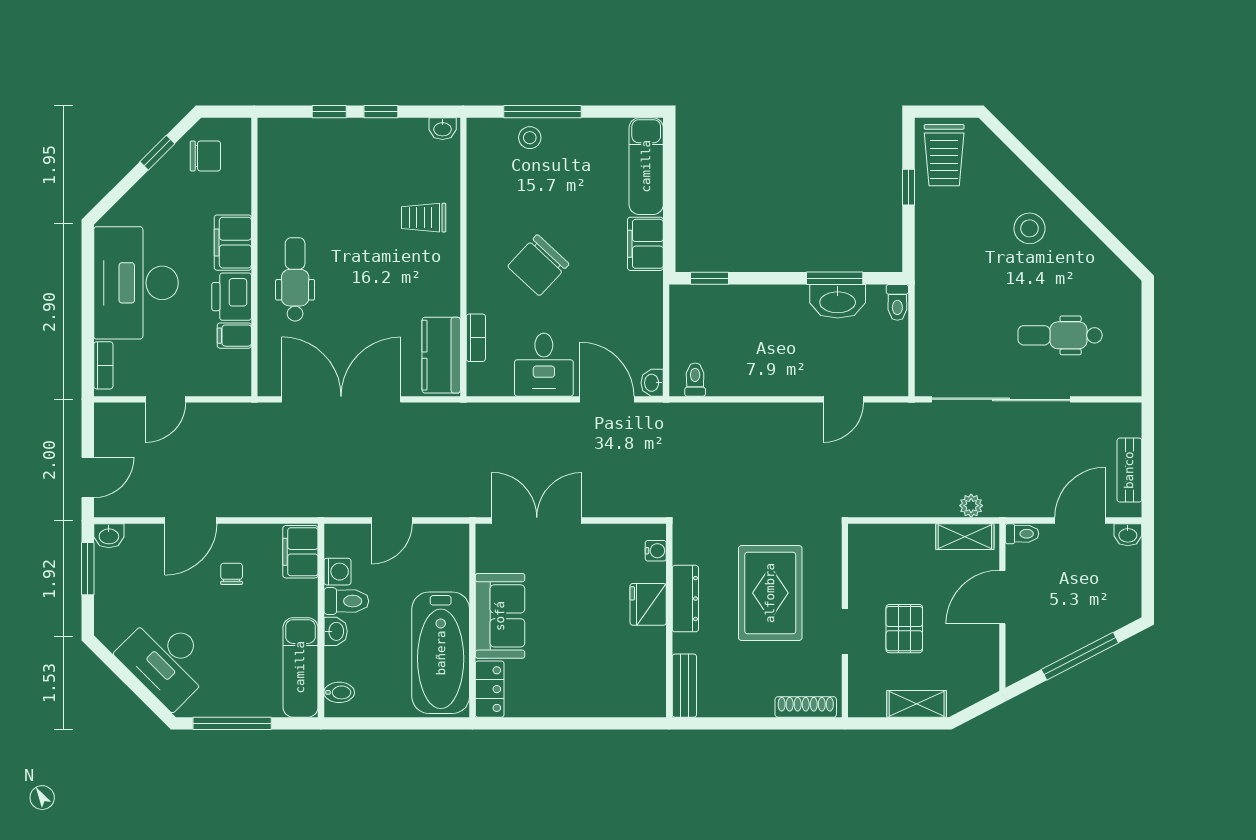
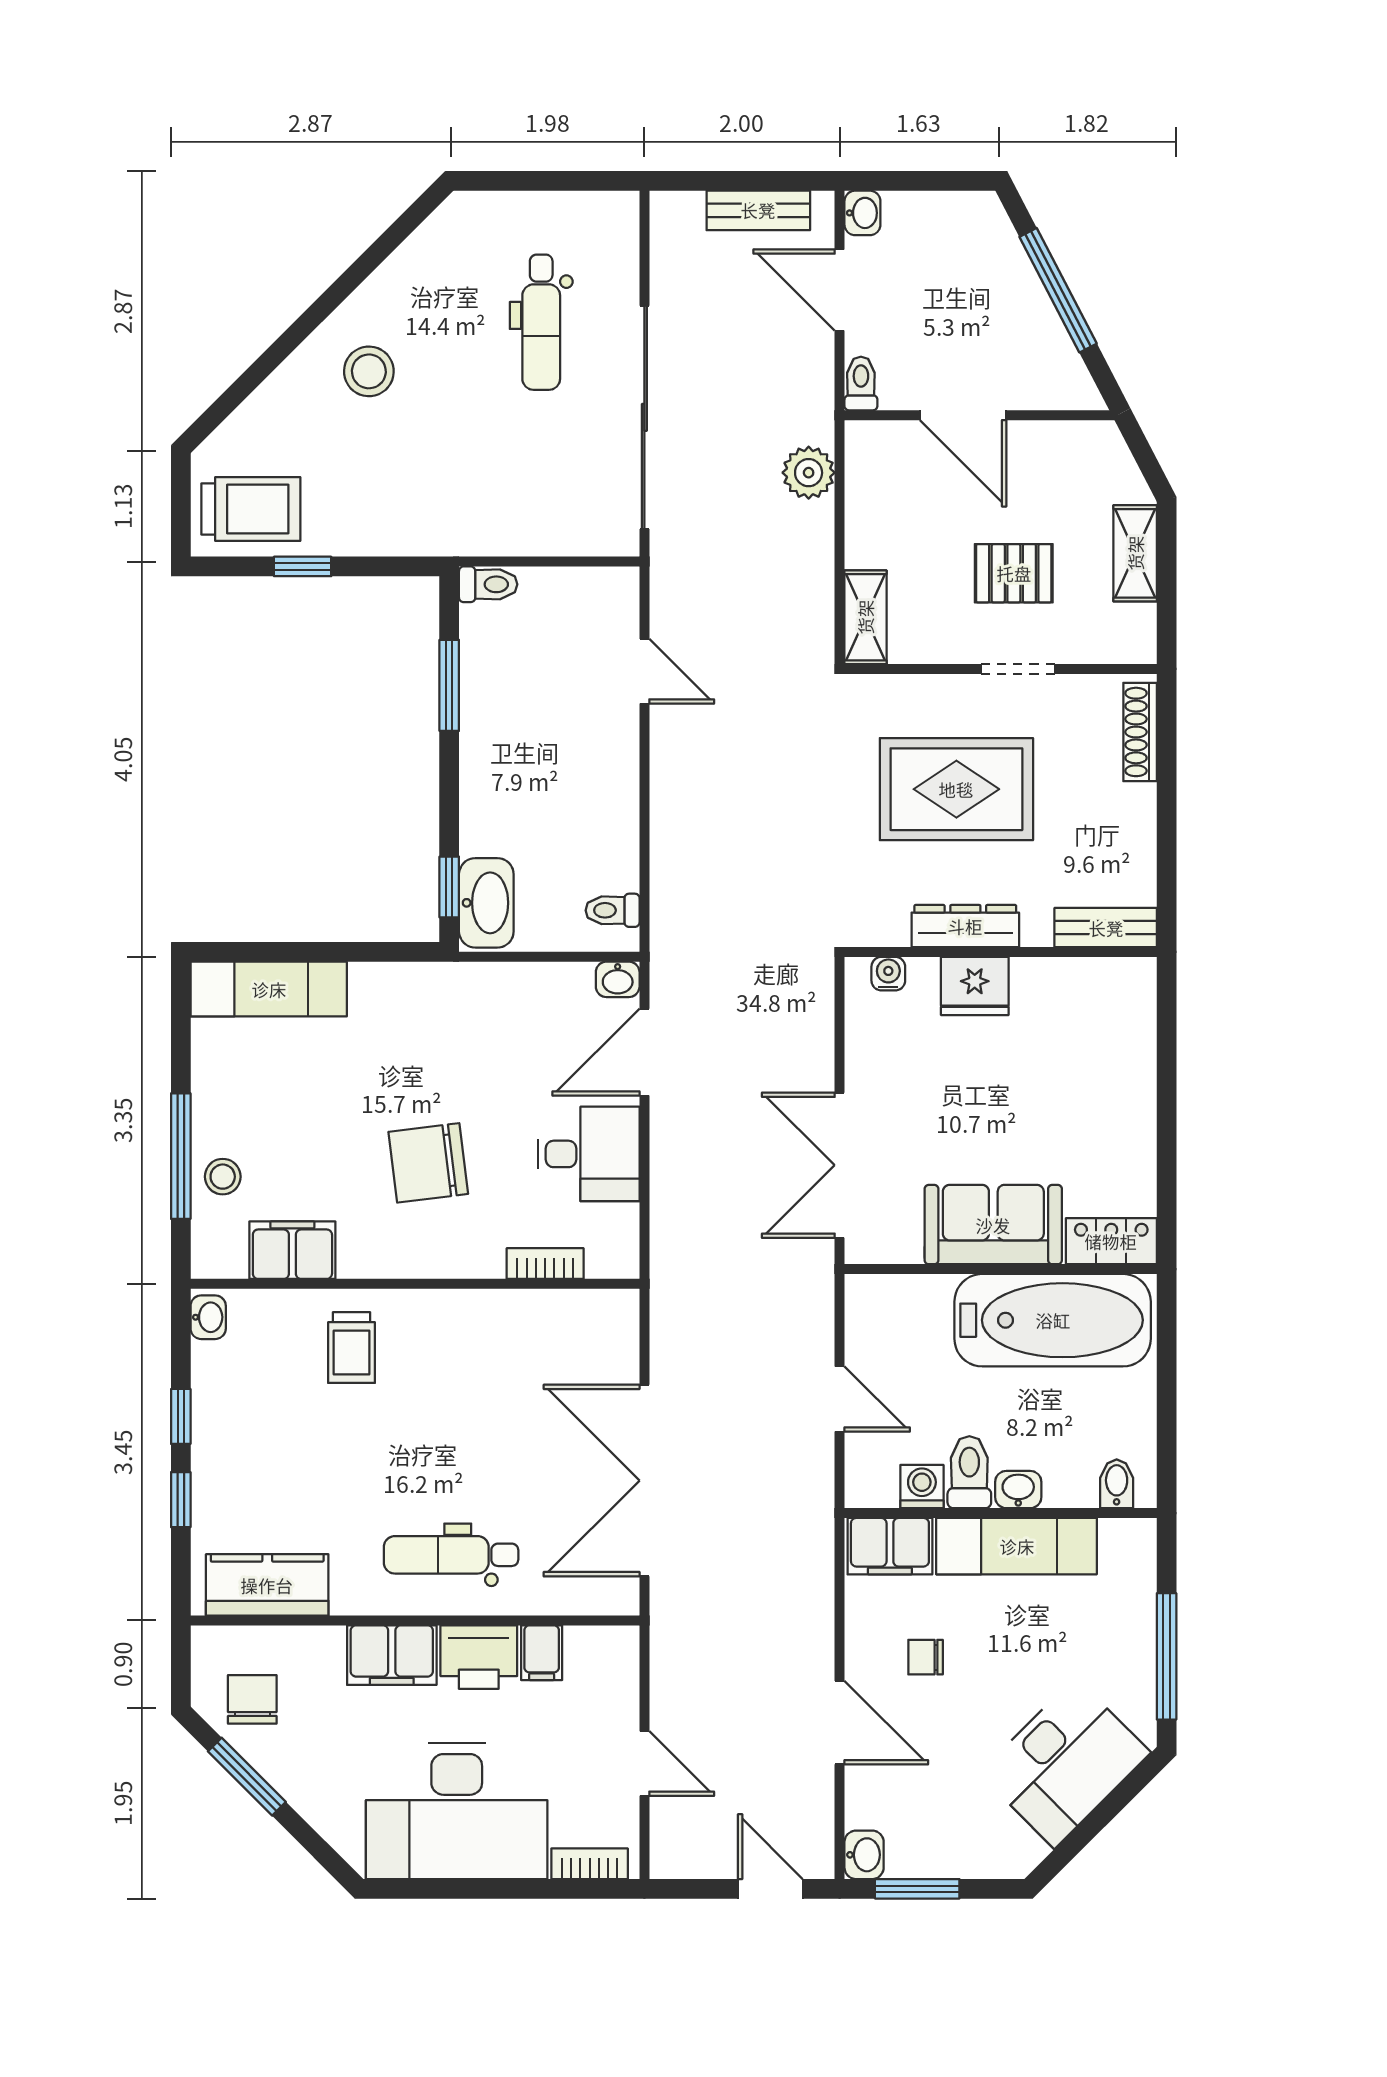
window: (157, 153) -> (247, 1777), width x1.50
filing cabinet: (645, 244) -> (292, 1250), moved, turned 180
chair: (538, 265) -> (428, 1163), turned 130
washbasin: (838, 301) -> (486, 903), moved
kitchen counter: (441, 355) -> (267, 1585), moved, turned 180
plant: (971, 506) -> (809, 473), width x1.38, depth x1.38
shelving: (965, 537) -> (865, 617), moved
exam couch: (300, 667) -> (1017, 1546), moved

